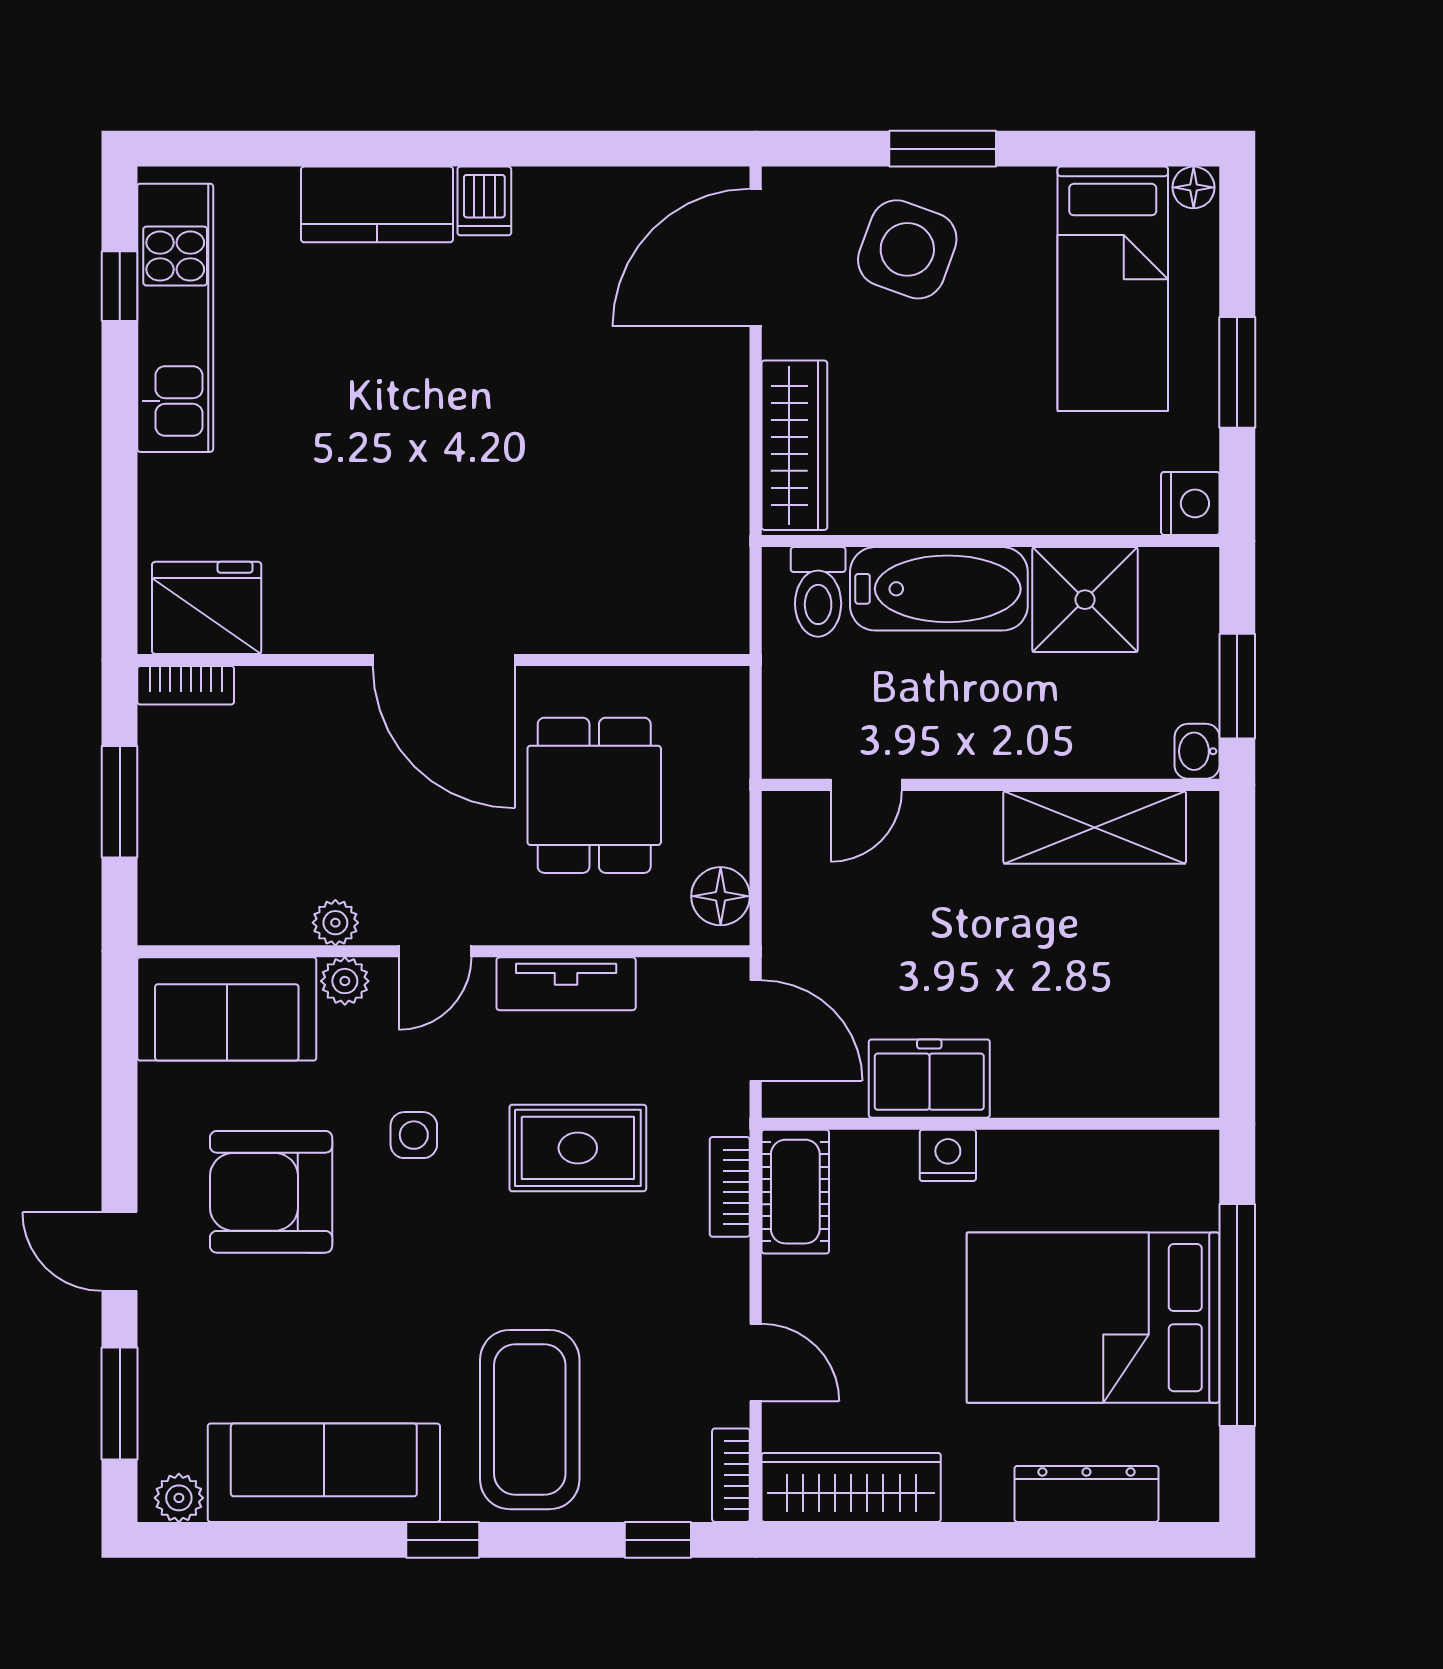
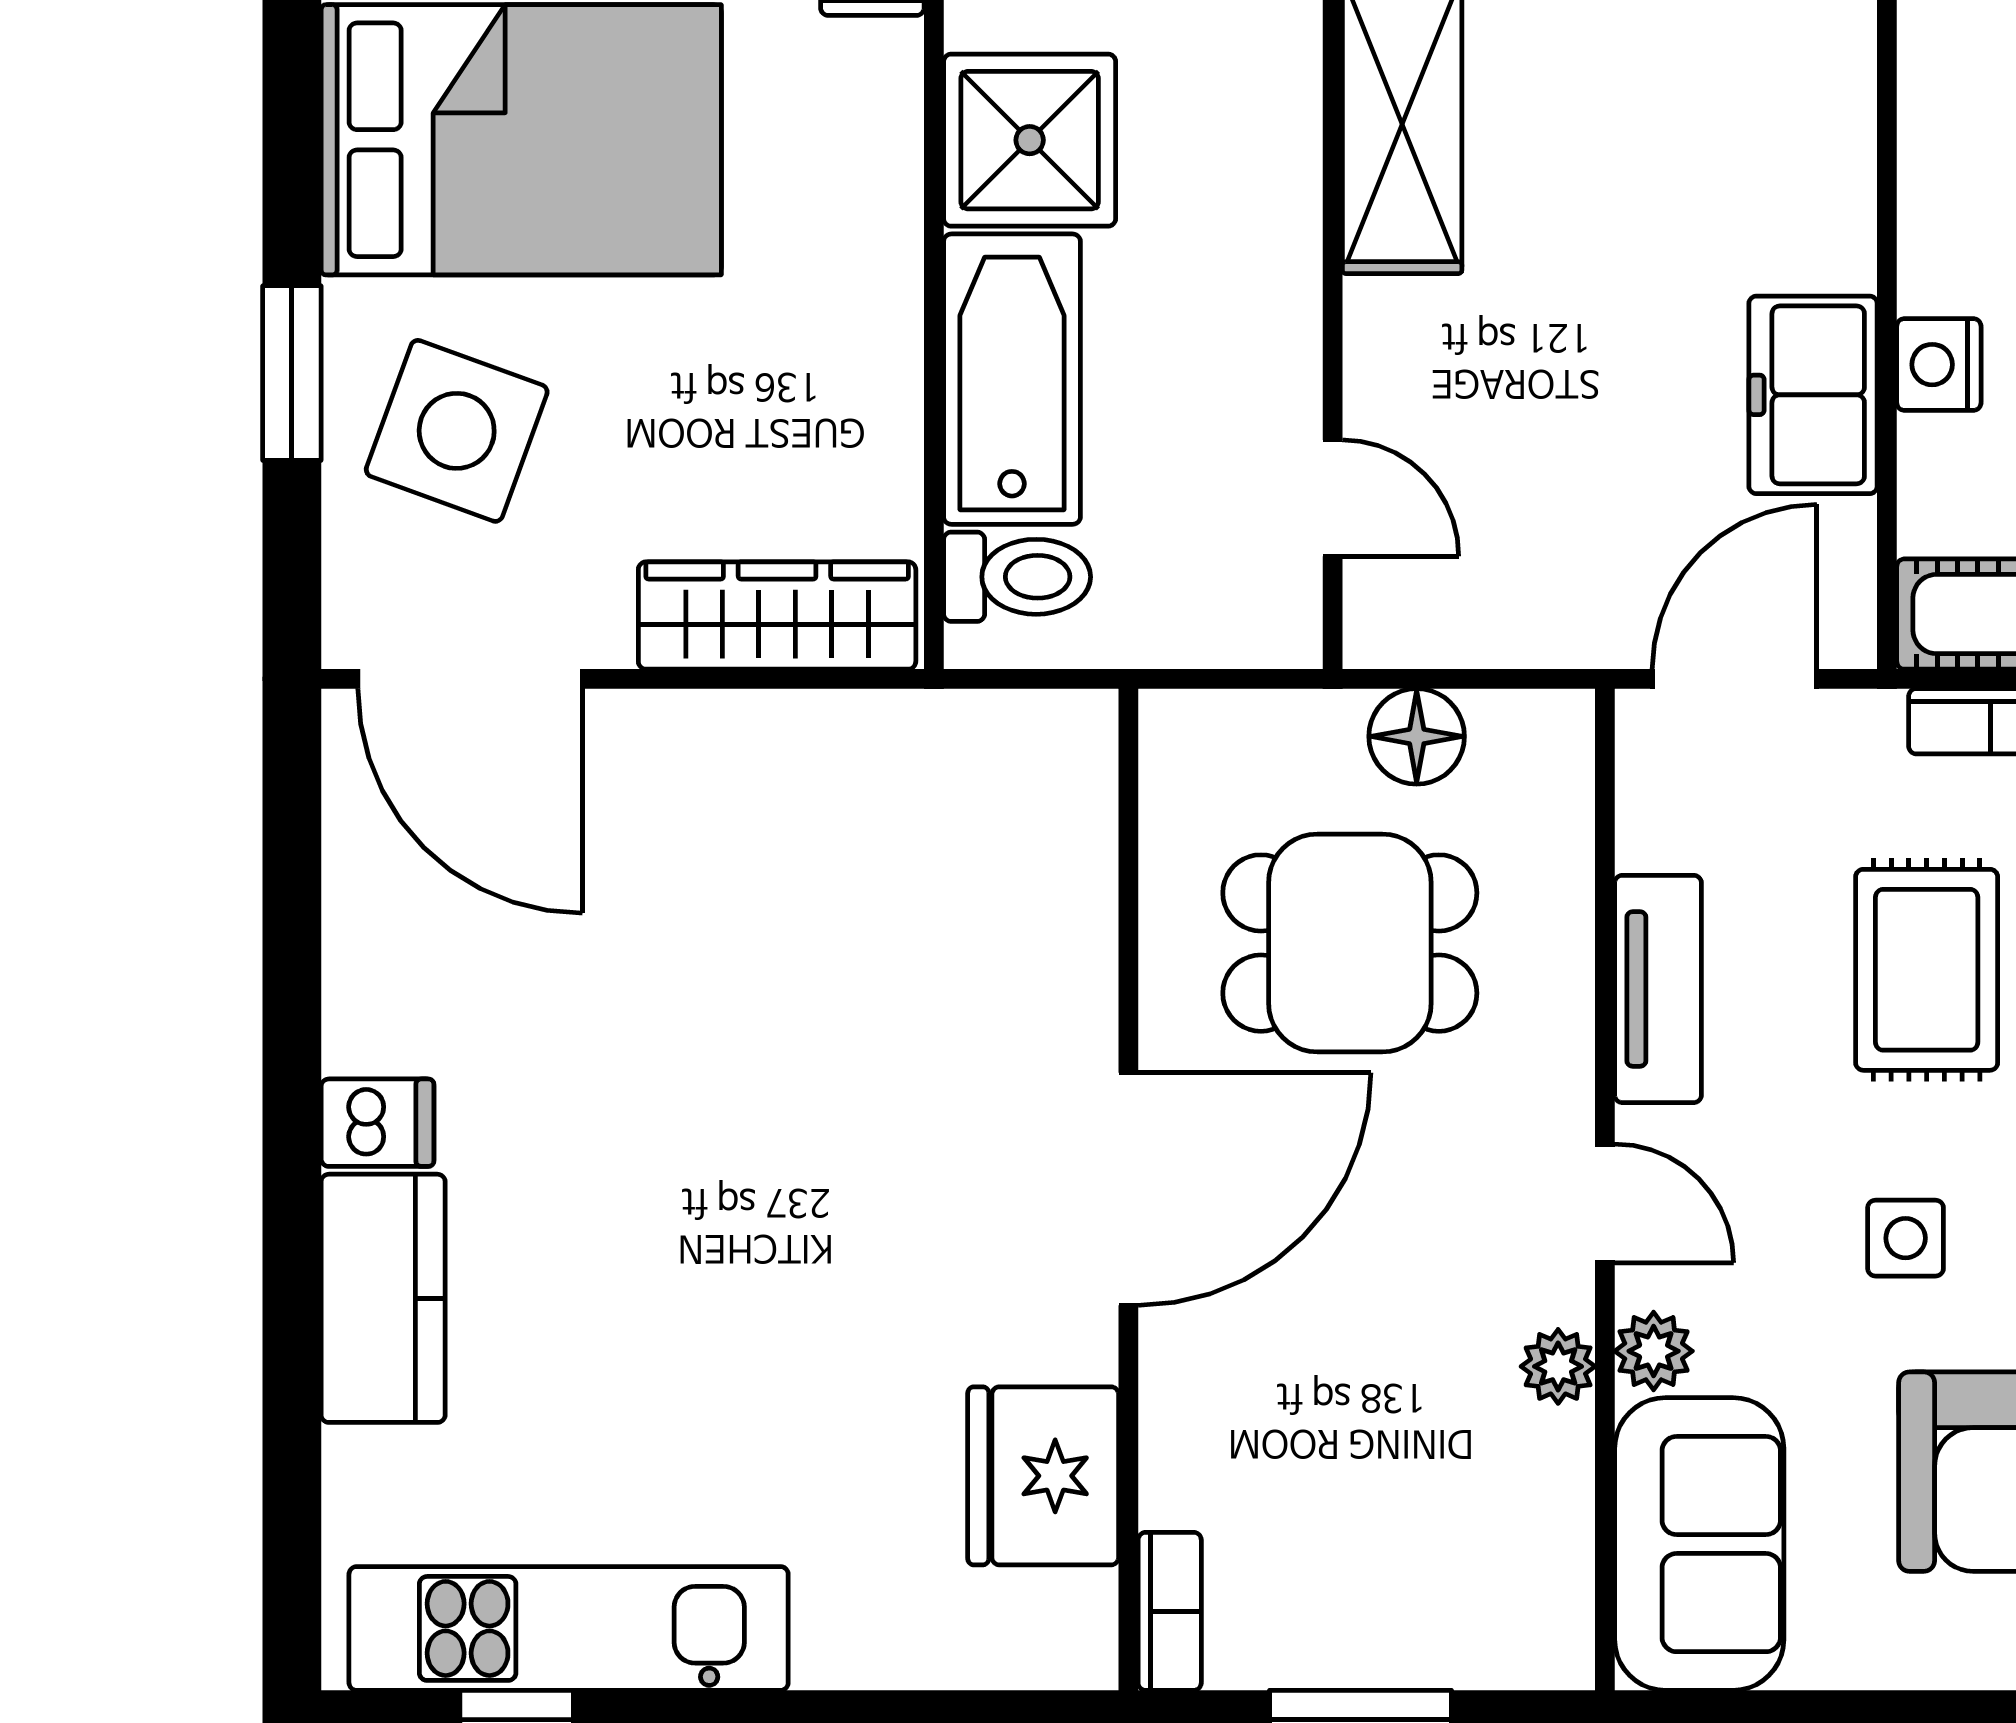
bed: (1113, 289) -> (521, 140), width x1.50
fridge: (207, 608) -> (1043, 1476), moved
floor lamp: (721, 896) -> (1417, 736), moved

